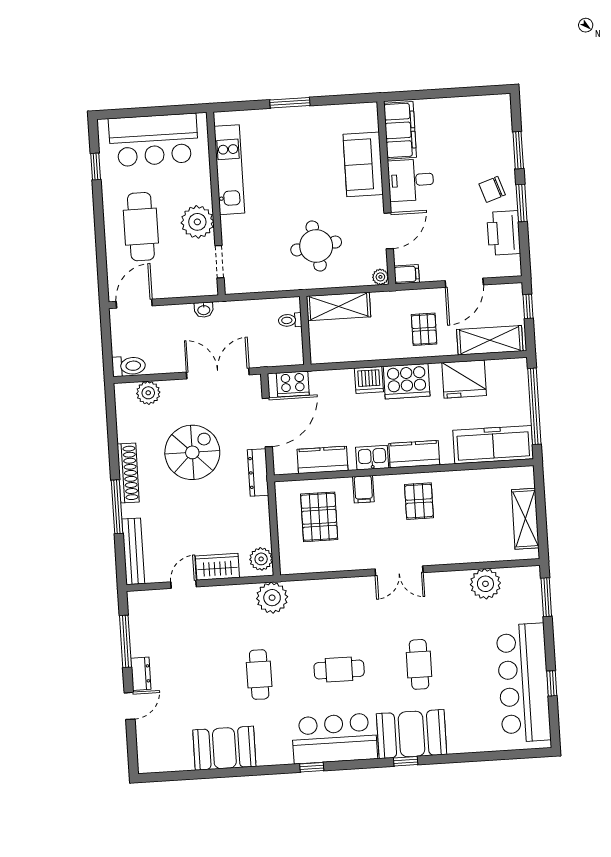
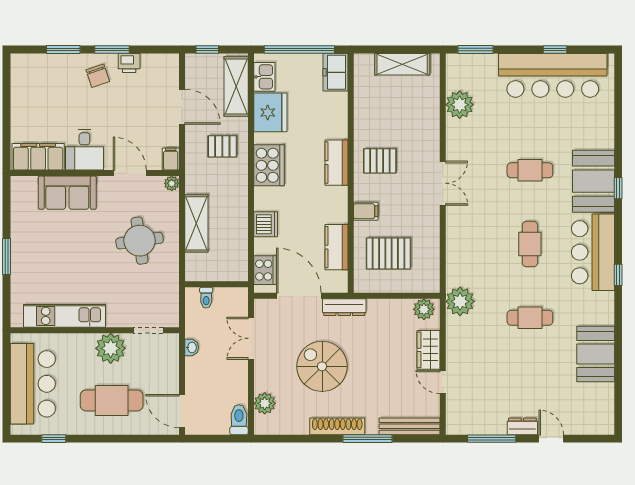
printer: (504, 233) -> (129, 63), width x0.53, depth x0.68
toilet: (290, 320) -> (206, 298), moved
wall: (305, 330) -> (216, 284), moved
double door: (218, 373) -> (251, 338), width x0.73
dishwasher: (369, 380) -> (266, 224), moved
freezer: (493, 445) -> (335, 72), width x0.52, depth x0.79
kitchen sink: (372, 458) -> (264, 77), moved, turned 180

